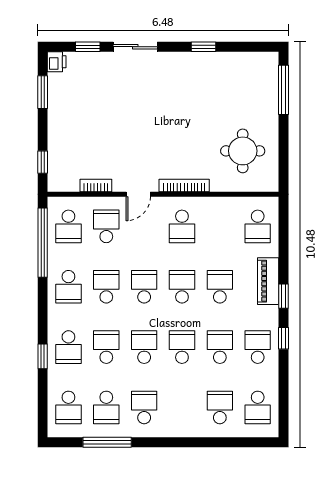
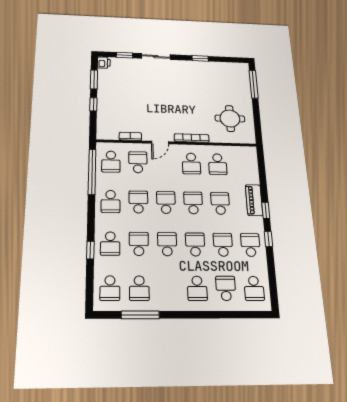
window: (43, 162) -> (93, 104), moved
school desk: (258, 226) -> (218, 164), moved
school desk: (144, 407) -> (197, 288), moved, turned 180

